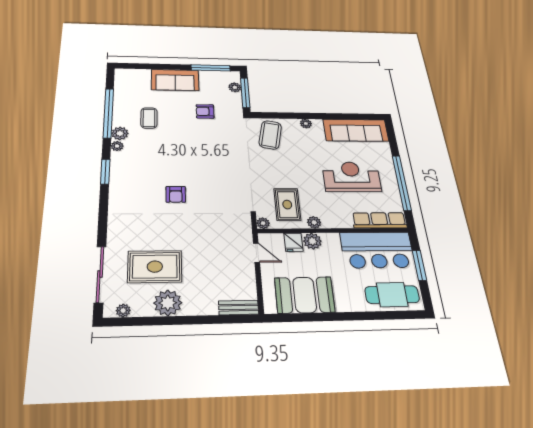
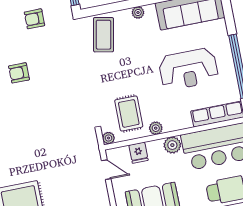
reception desk: (351, 177) -> (188, 69), turned 180
armchair: (176, 194) -> (19, 73), moved, turned 90
plant: (312, 241) -> (172, 145), moved

